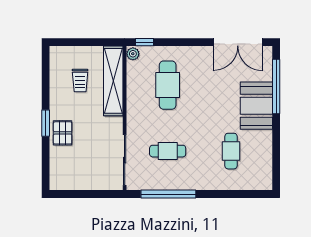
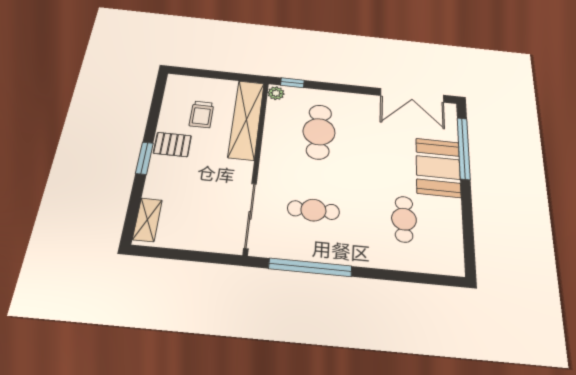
pallet: (63, 133) -> (172, 144), moved, turned 90
shelving: (57, 171) -> (147, 220), added

